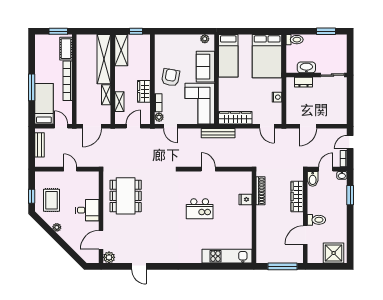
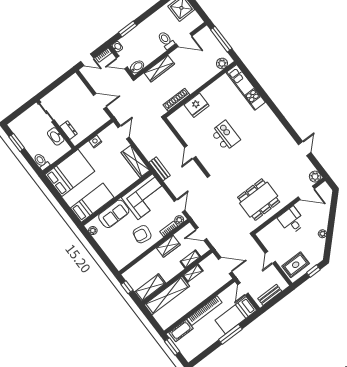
bench: (218, 133) -> (160, 169), width x0.73
fridge: (245, 199) -> (197, 105), width x1.88, depth x1.34
rug: (51, 200) -> (296, 265), moved
plant: (262, 252) -> (222, 63), added

